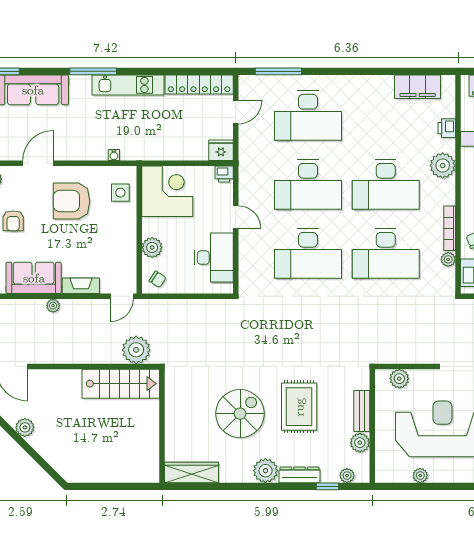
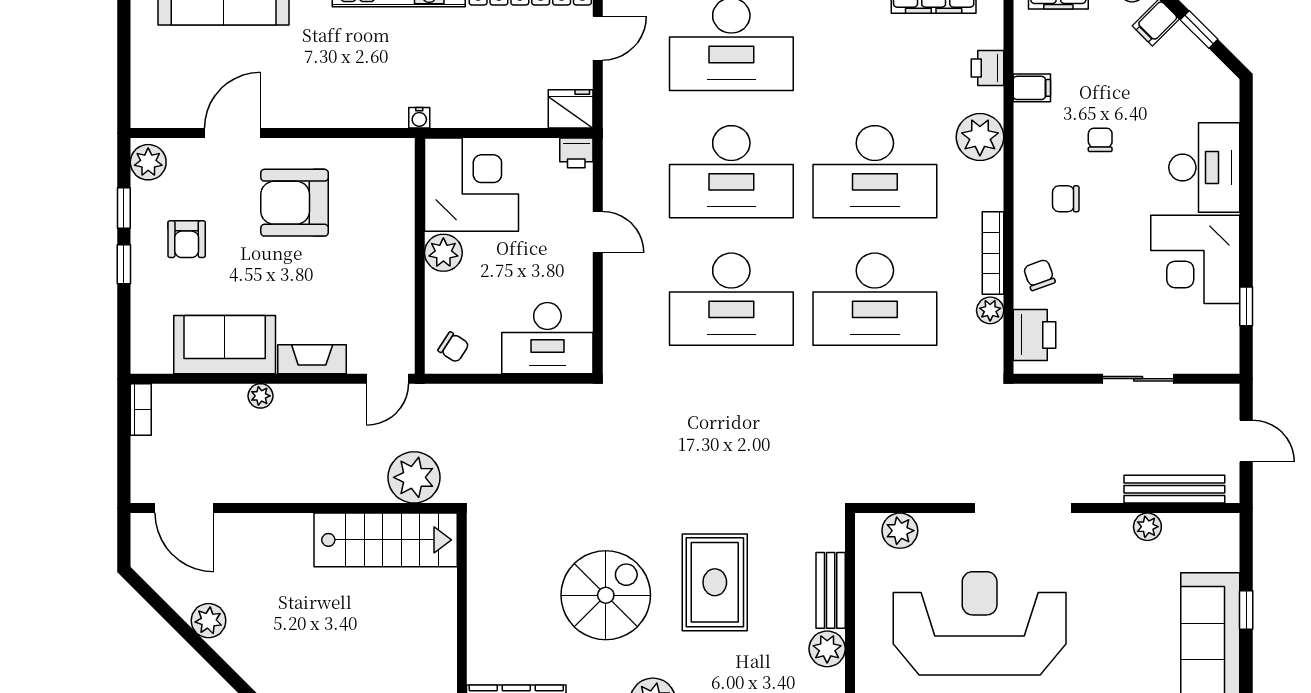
water cooler: (114, 155) -> (419, 118), moved
side table: (120, 193) -> (385, 187), removed
plant: (152, 247) -> (443, 253), moved
desk: (214, 258) -> (547, 338), moved, turned 90

